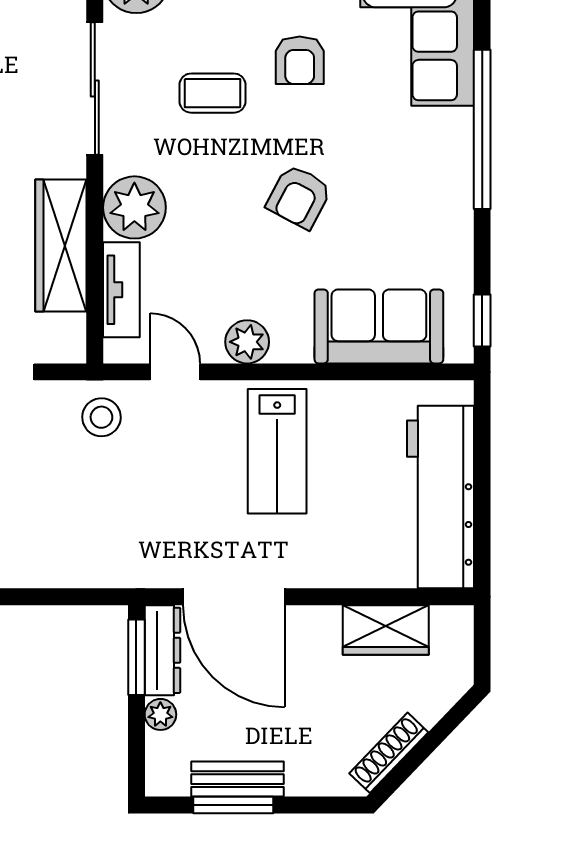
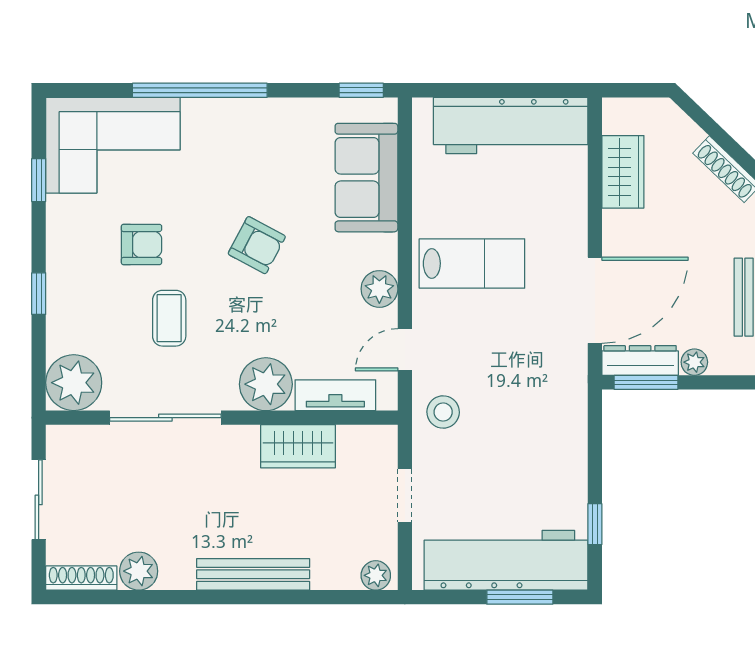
wardrobe: (61, 246) -> (298, 446), width x0.67

